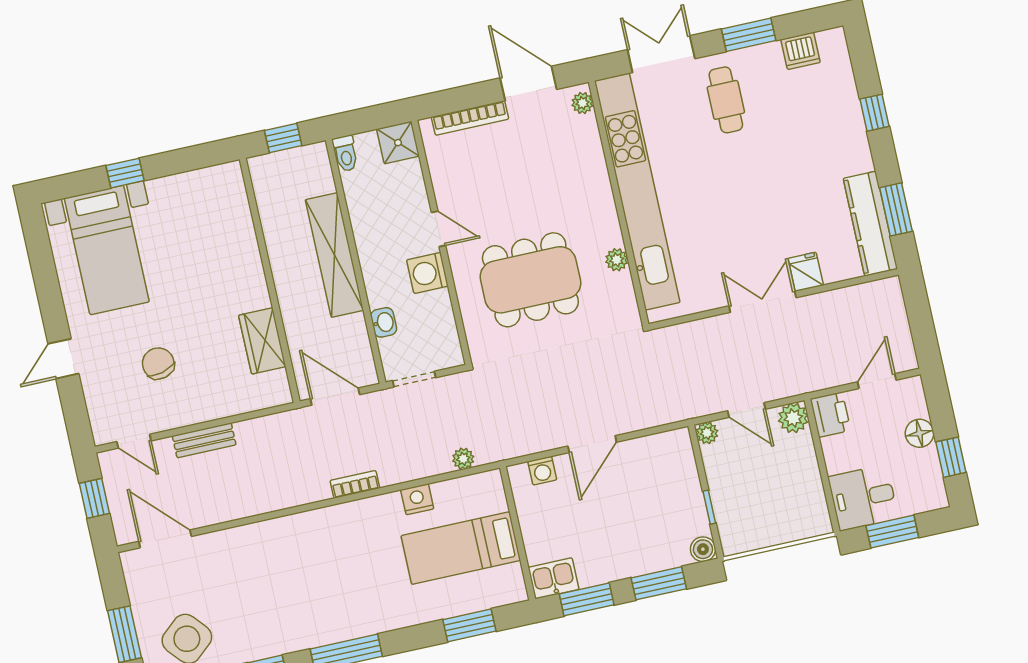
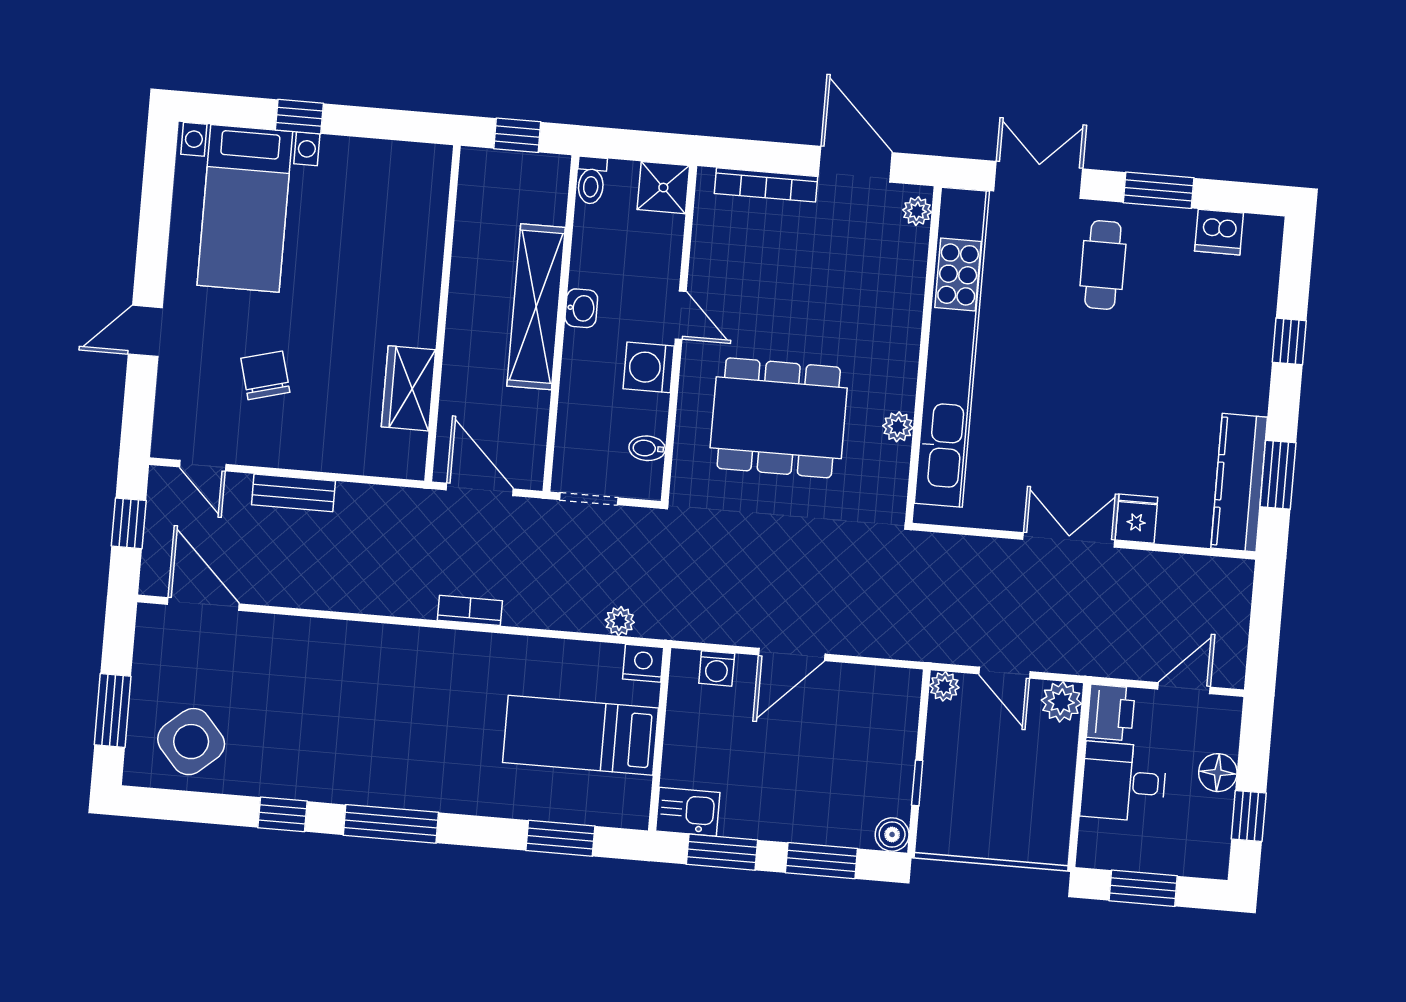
washbasin: (384, 322) -> (581, 308), moved
bidet: (444, 330) -> (647, 448), added
desk: (863, 498) -> (1124, 782), moved
nightstand: (417, 499) -> (643, 663), moved

